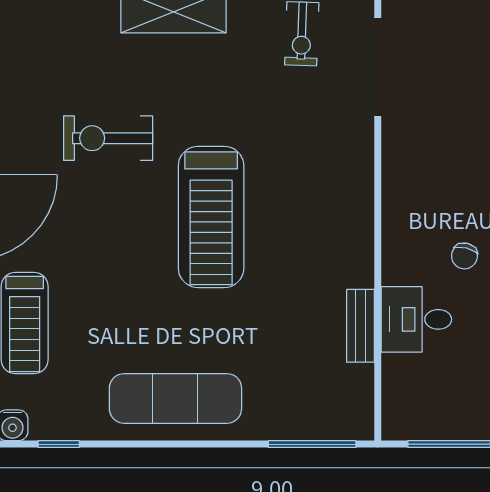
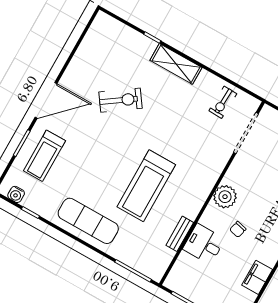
exercise bike: (108, 138) -> (121, 100), turned 145
plant: (406, 208) -> (225, 197), added
treadmill: (211, 217) -> (146, 186), moved

